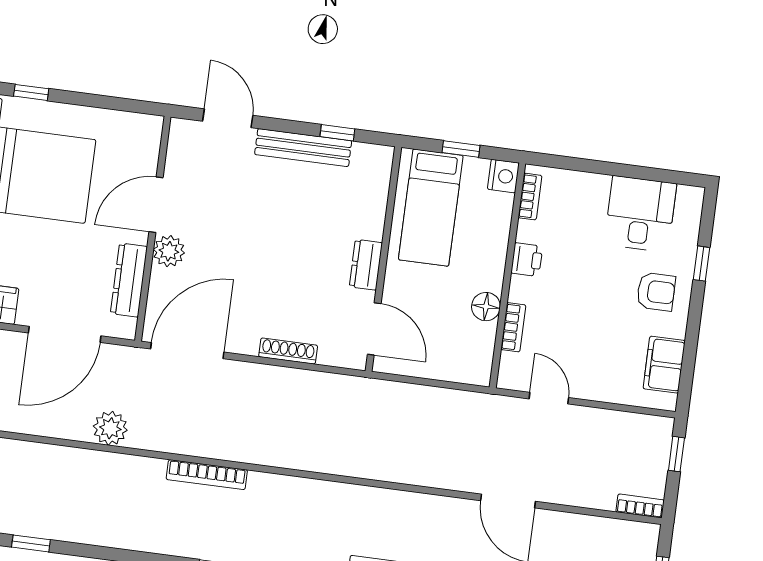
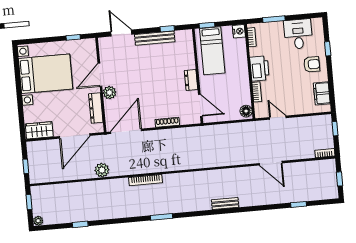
window: (31, 92) -> (73, 37), moved
window: (461, 149) -> (207, 25), moved
window: (591, 166) -> (274, 19), added
printer: (527, 260) -> (259, 68), width x1.87, depth x1.48
floor lamp: (486, 307) -> (246, 111), moved

